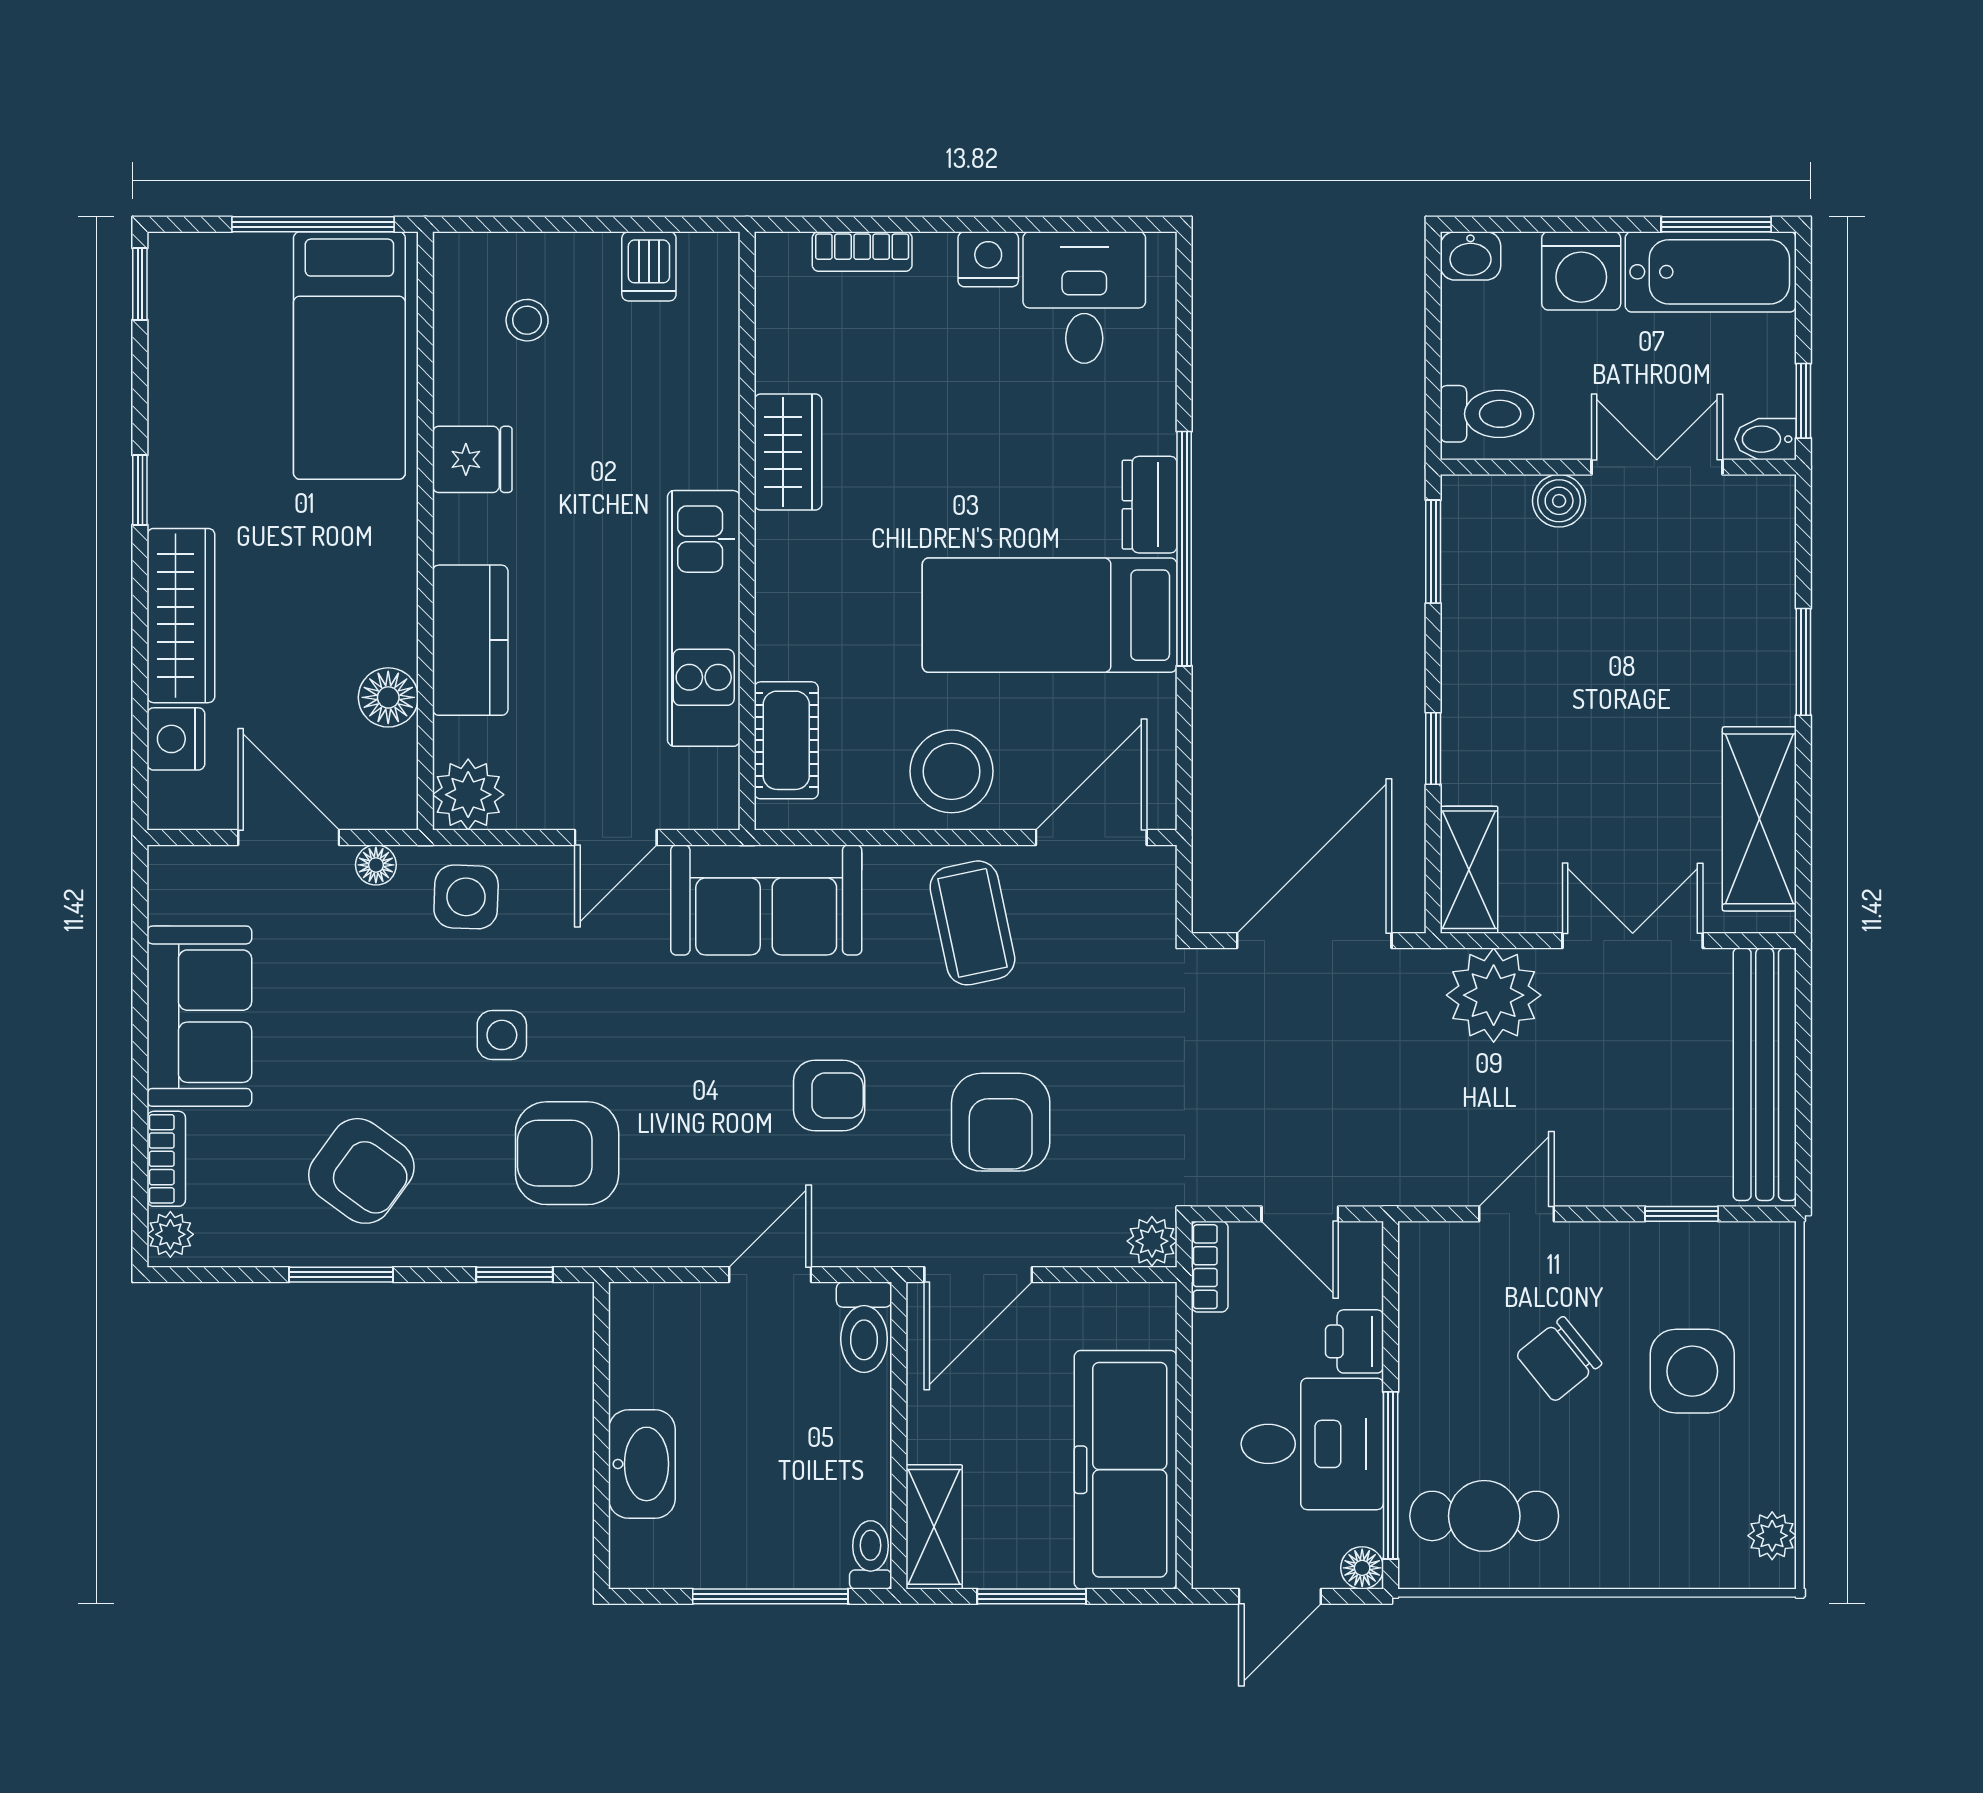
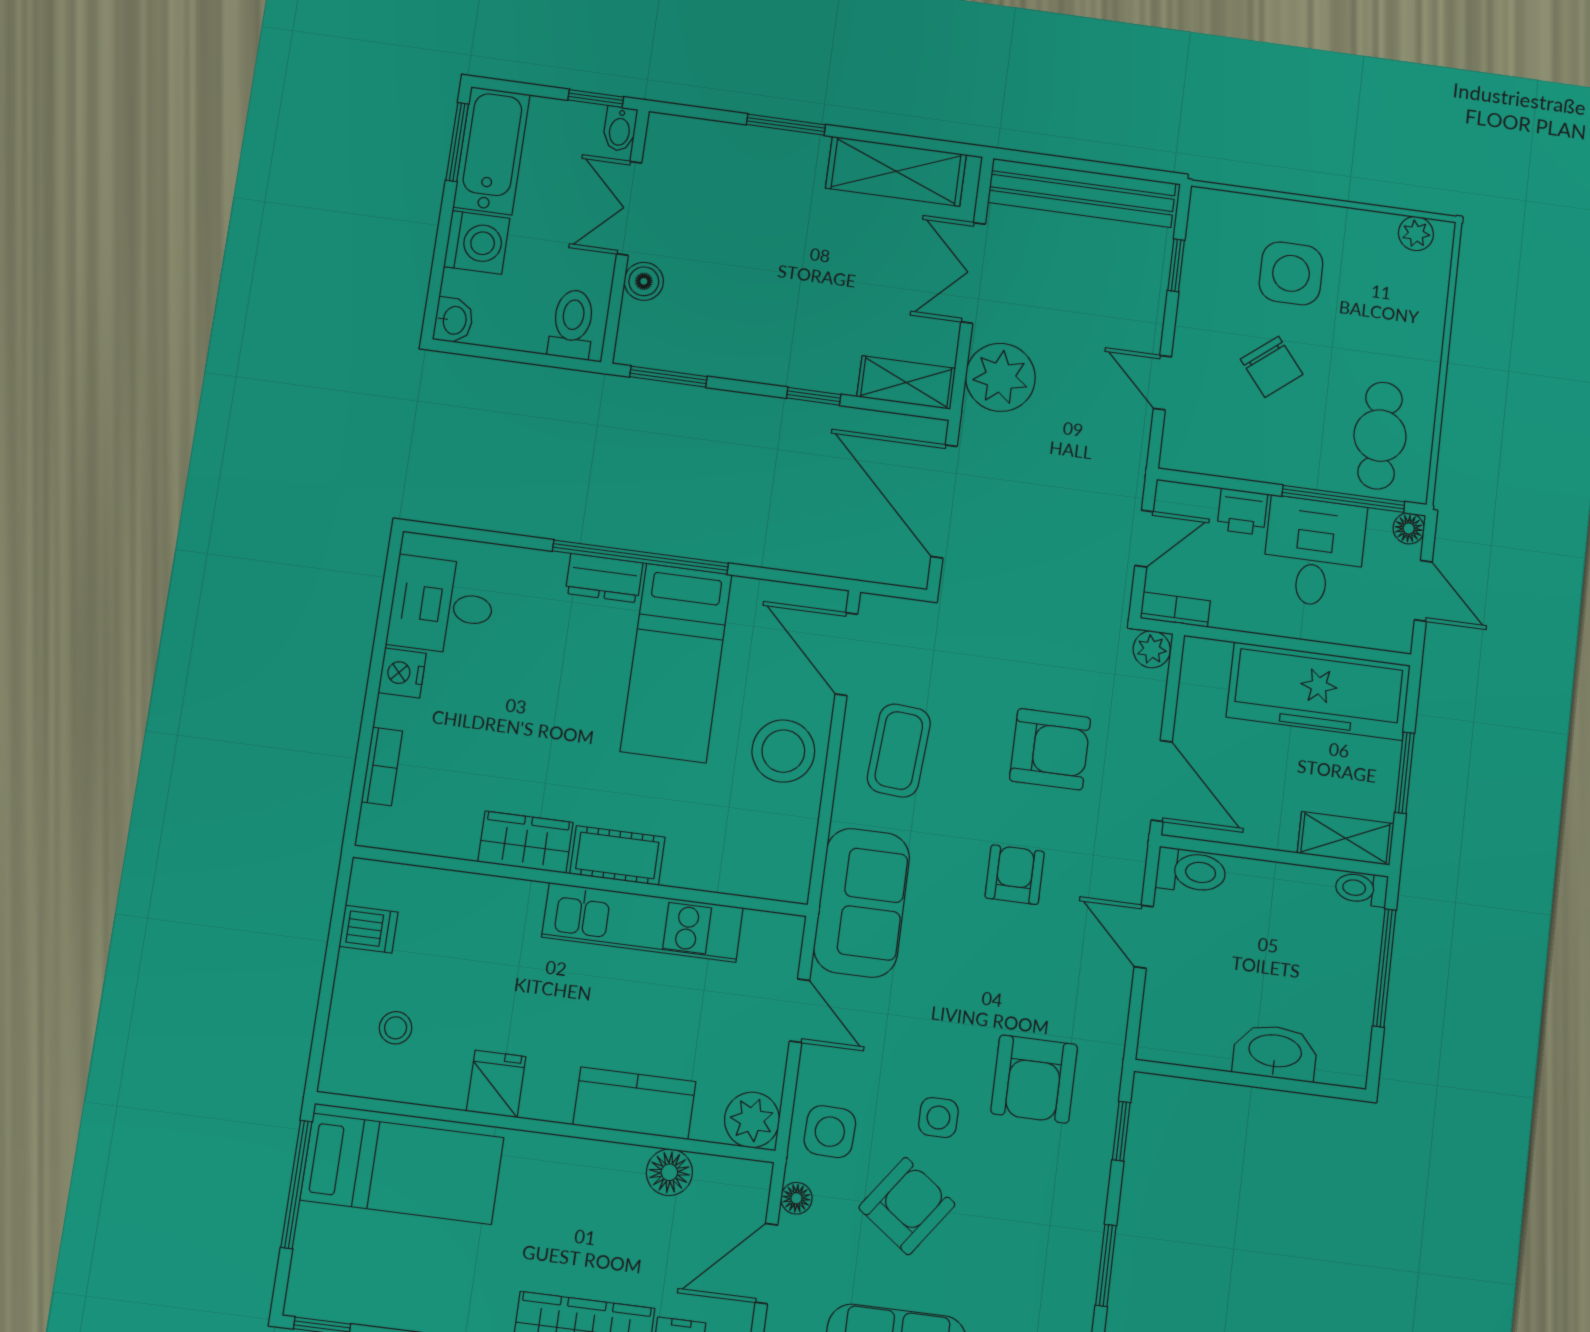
cot: (786, 740) -> (617, 855), moved
coffee table: (972, 923) -> (899, 750), turned -74
armchair: (361, 1171) -> (907, 1206), moved

